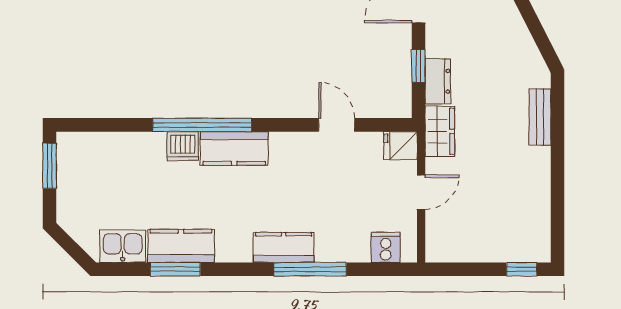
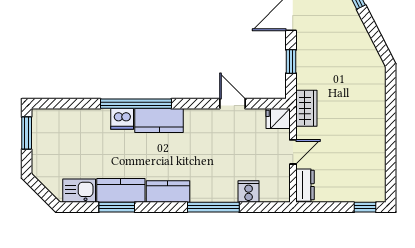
dresser: (438, 81) -> (305, 185), moved
bench: (540, 117) -> (378, 98), removed
kitchen counter: (284, 247) -> (168, 192), moved
cooker: (386, 247) -> (249, 191), moved

